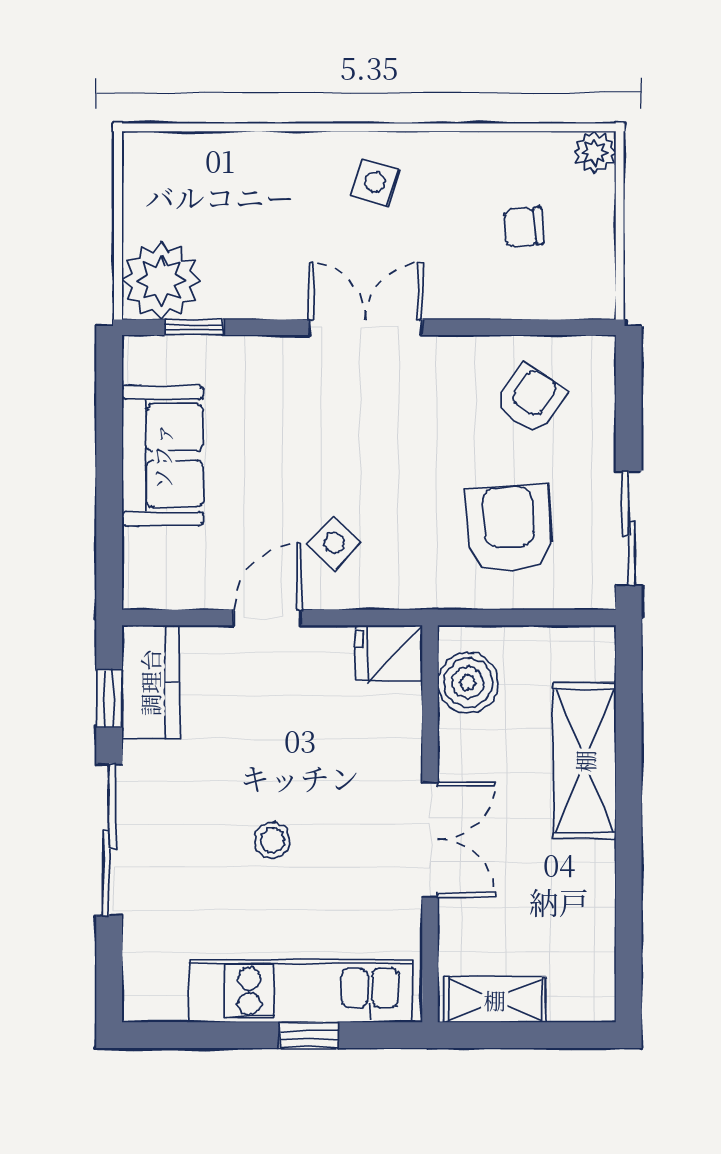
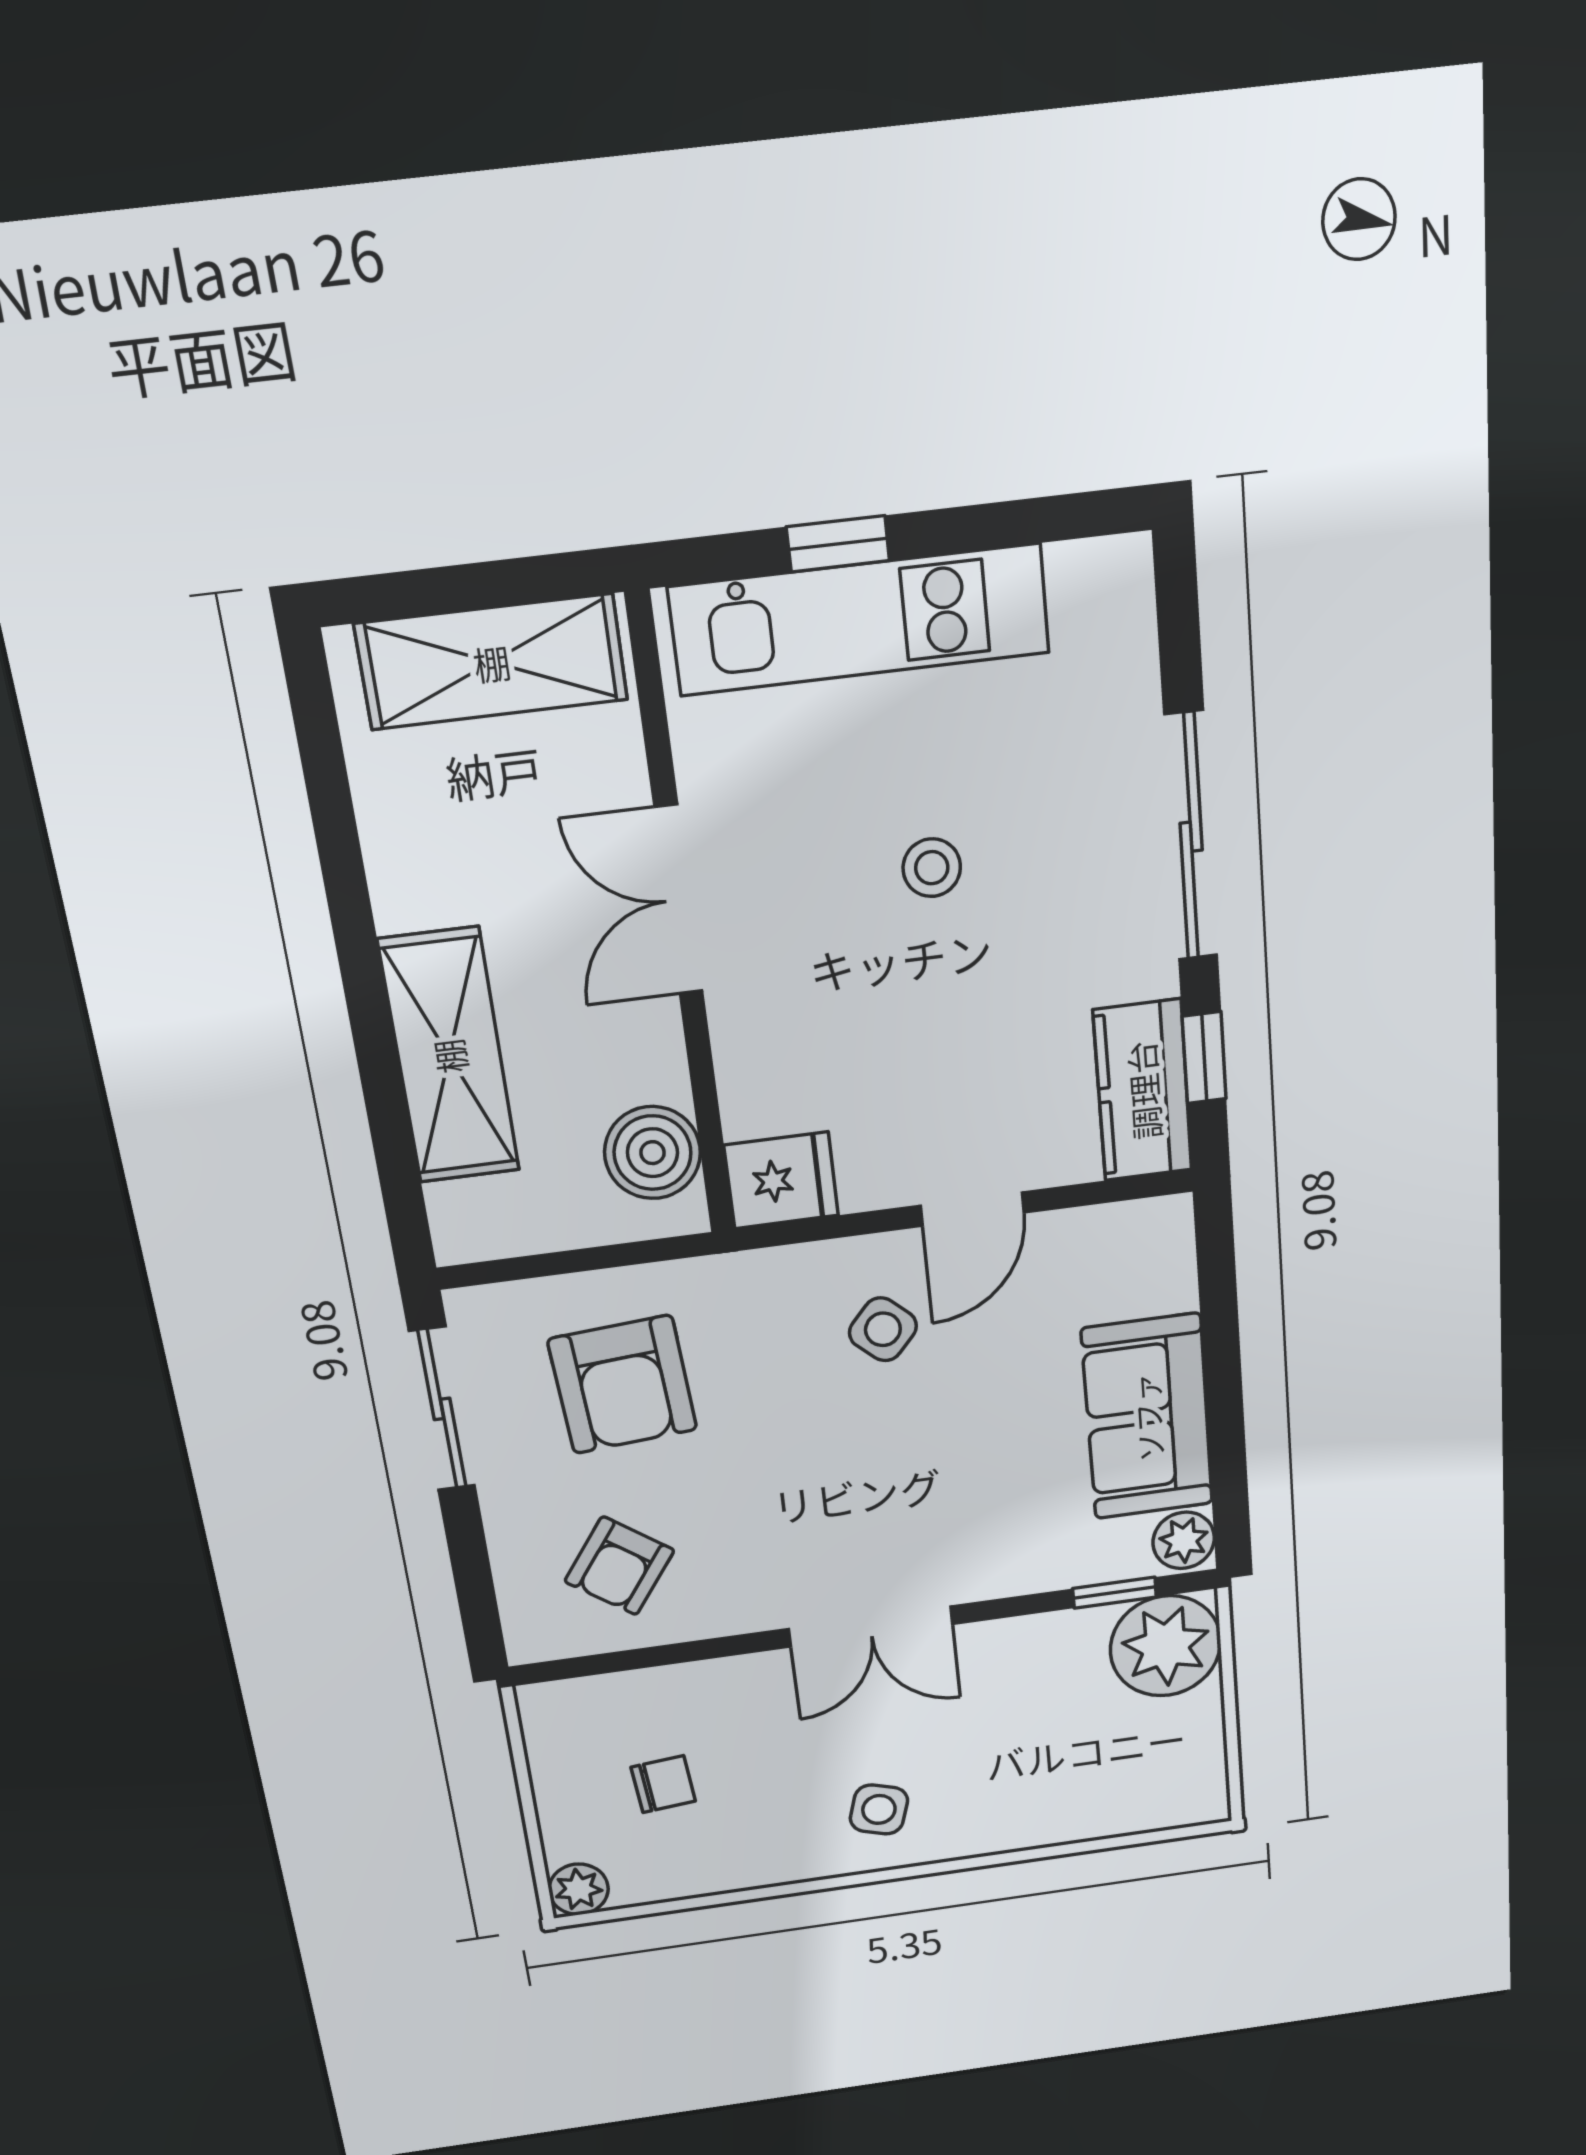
plant: (143, 360) -> (1184, 1540), added
shelving: (495, 1000) -> (492, 662), width x1.50, depth x1.33

